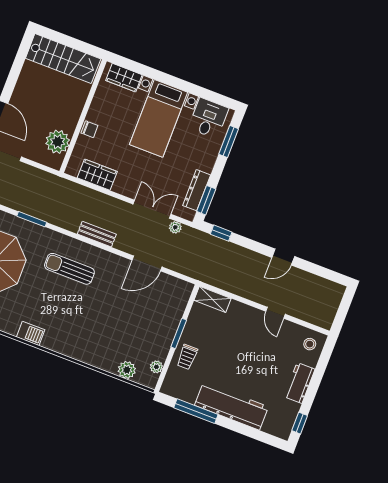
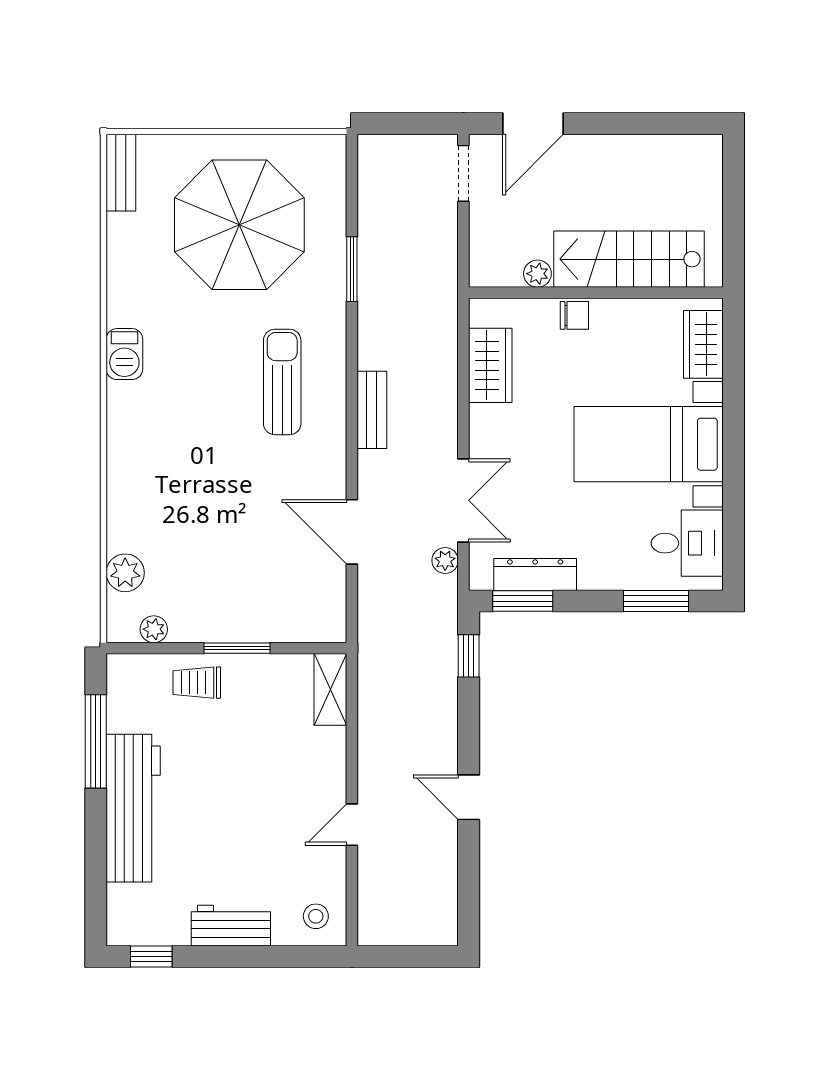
stairs: (63, 59) -> (629, 259), moved, turned 90
chair: (89, 129) -> (574, 315), turned -90
plant: (58, 142) -> (537, 274), width x0.53, depth x0.53

